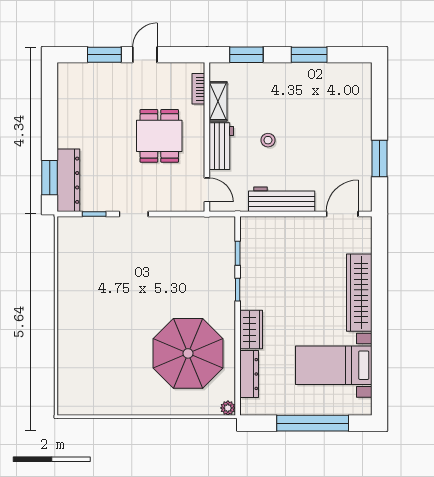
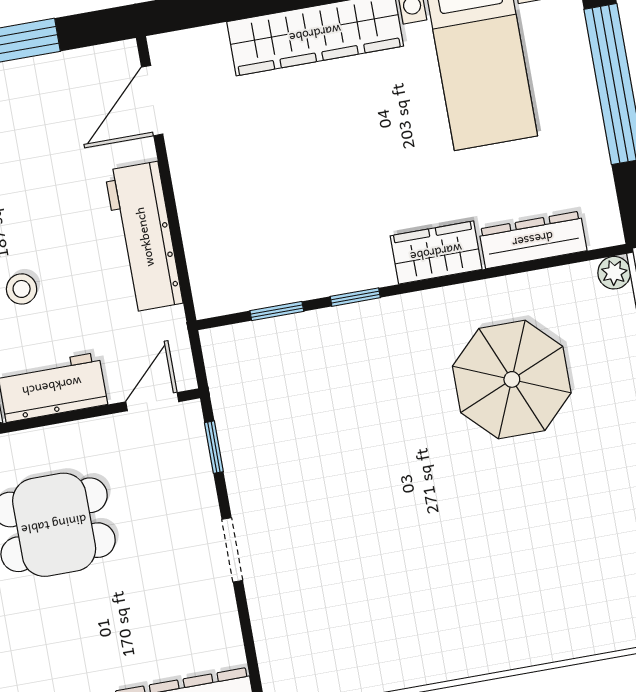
window: (94, 214) -> (214, 447), moved
door: (342, 214) -> (152, 101), hinge flipped
parasol: (188, 353) -> (512, 379), width x0.73, depth x0.73

